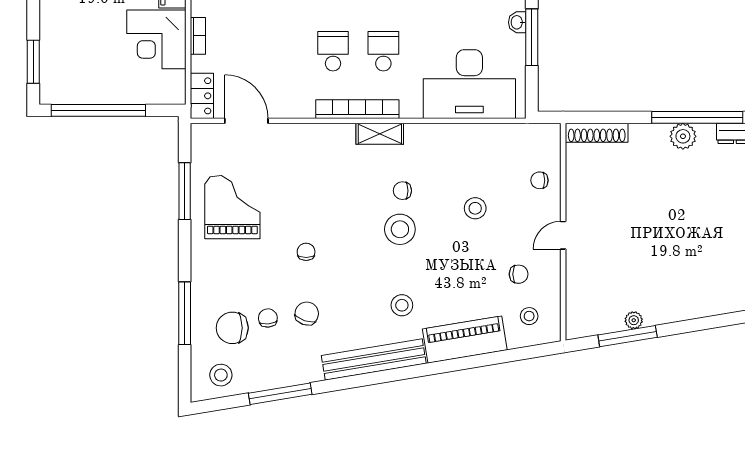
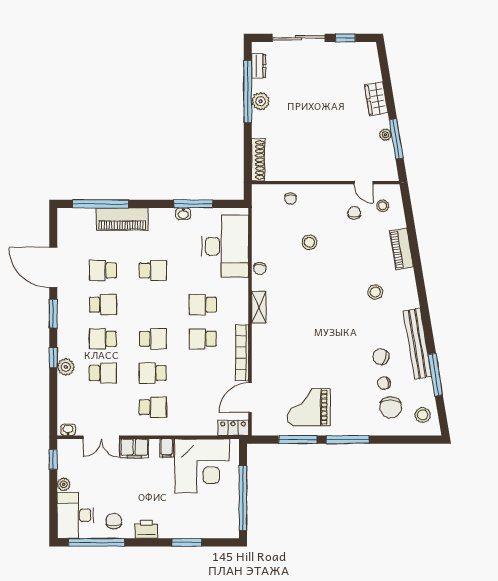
bookcase: (198, 36) -> (192, 431), removed
corner desk: (156, 39) -> (202, 466), width x1.36, depth x1.36
window: (33, 62) -> (187, 542), moved
bookcase: (357, 109) -> (242, 353), moved
chair: (402, 191) -> (260, 269), moved
stool: (400, 229) -> (324, 293), removed
door: (563, 235) -> (364, 183), moved
chair: (306, 252) -> (339, 357), removed
wardrobe: (687, 307) -> (376, 99), added
window: (185, 313) -> (348, 440), moved
piano: (465, 340) -> (401, 249), width x0.73, depth x0.75
bench: (374, 359) -> (417, 344), moved

